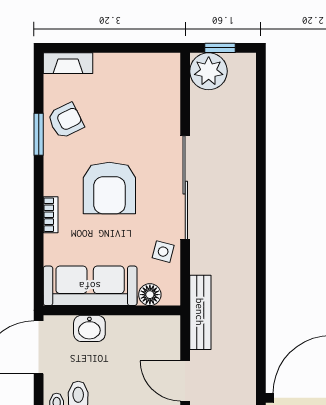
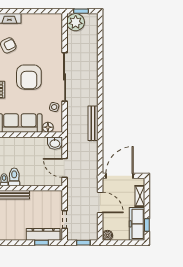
bench: (200, 312) -> (93, 123), moved
washbasin: (89, 328) -> (55, 143), moved

